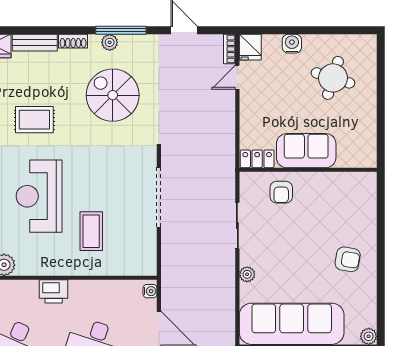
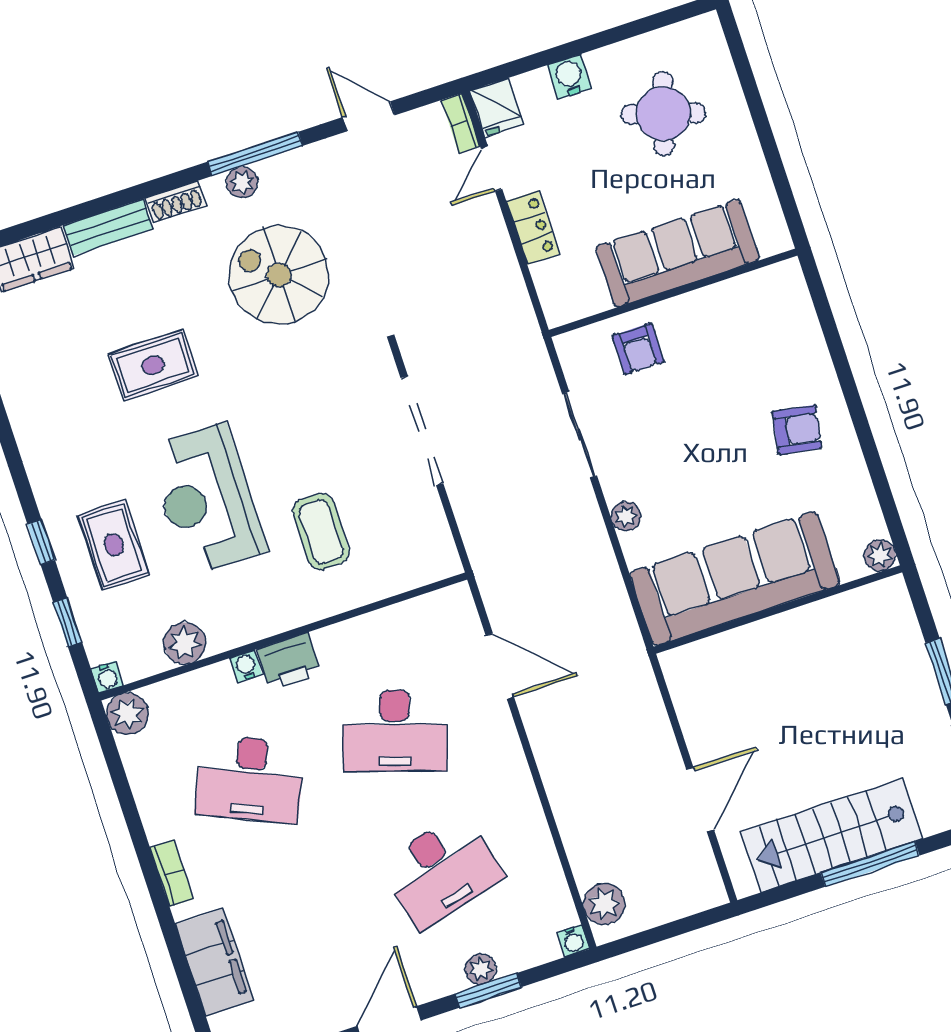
sofa: (306, 151) -> (677, 253), width x1.36
locker: (257, 159) -> (533, 228), moved, turned 90
water cooler: (150, 291) -> (246, 666), moved, turned -90

